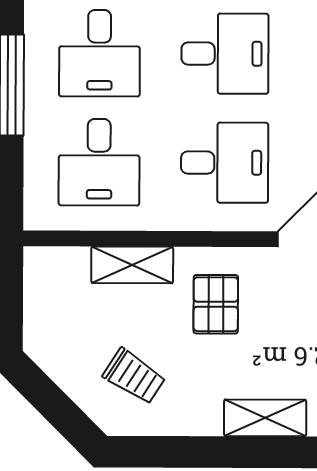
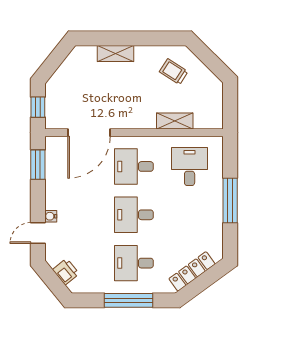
desk: (99, 53) -> (190, 215), removed
pallet: (216, 304) -> (138, 104), removed

